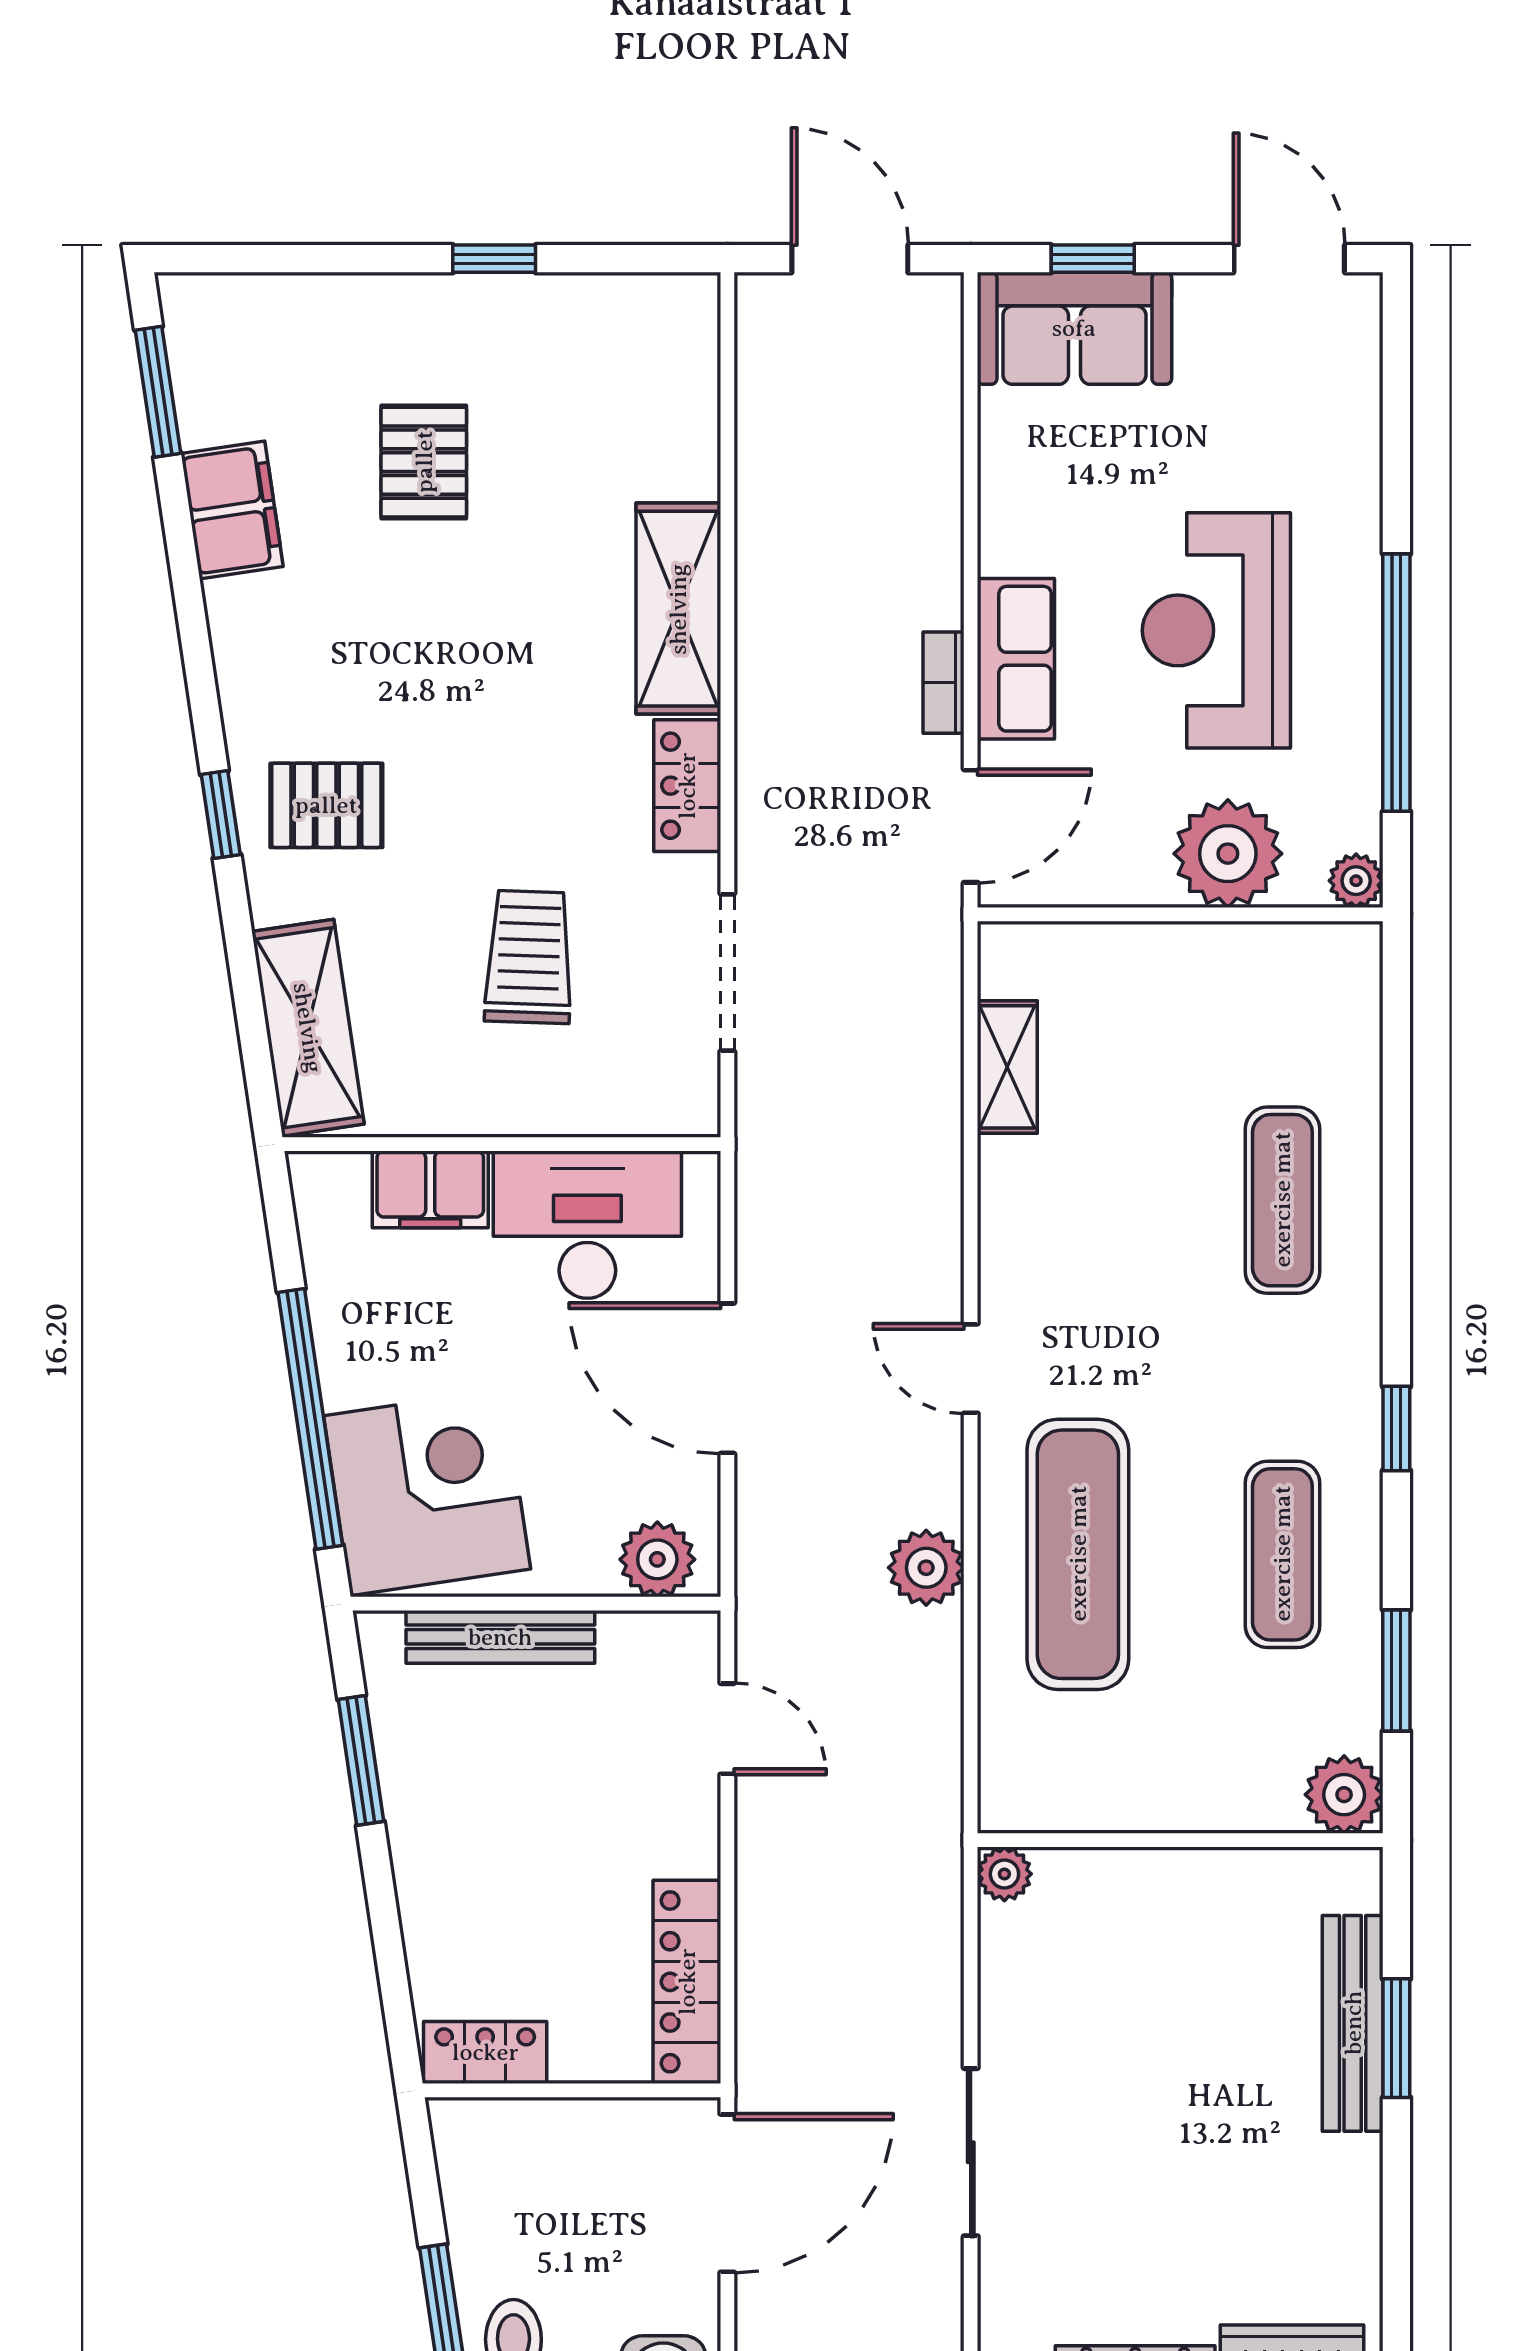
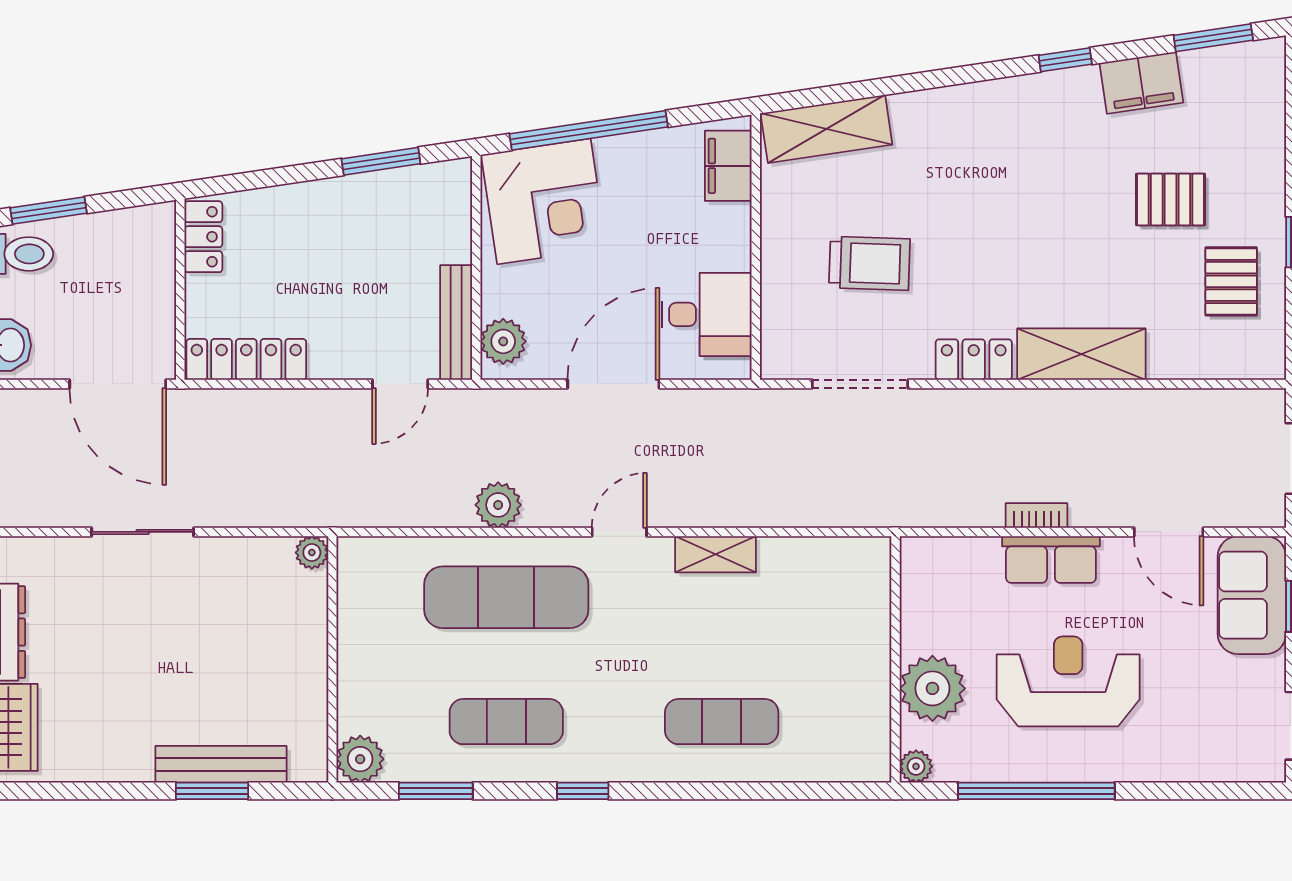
pallet: (326, 805) -> (1231, 281), moved
window: (221, 815) -> (1065, 60), moved
door: (971, 826) -> (1169, 532), moved
shelving: (1007, 1067) -> (716, 554), moved
filing cabinet: (430, 1189) -> (728, 166), moved
desk: (587, 1225) -> (707, 314), width x0.73
bench: (500, 1637) -> (456, 323), moved

